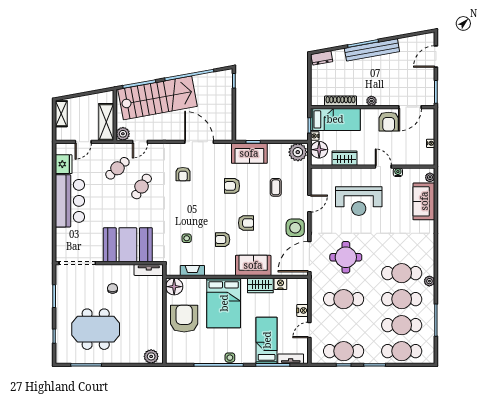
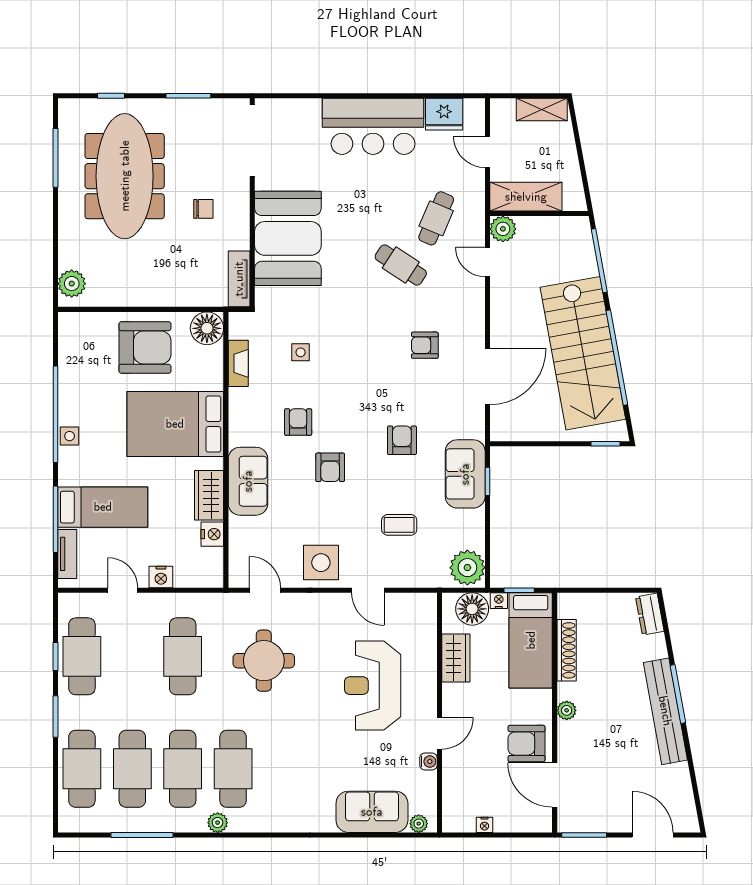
stairs: (158, 98) -> (583, 353), moved
cafe table: (117, 168) -> (436, 218), turned 65
door: (309, 257) -> (265, 590), width x0.53
meeting table: (96, 329) -> (125, 176), width x1.36

